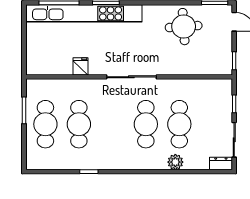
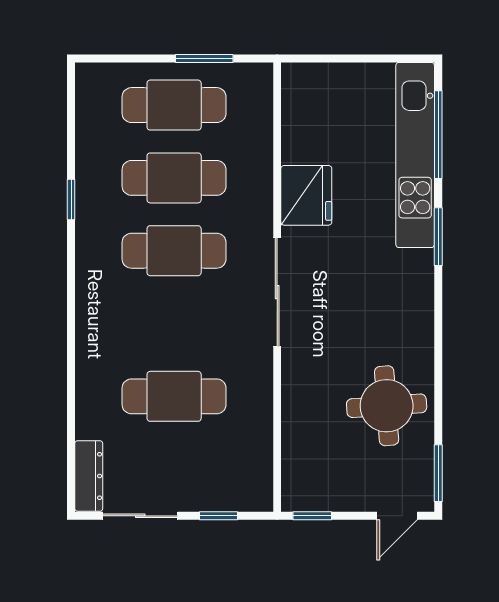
kitchen unit: (84, 13) -> (415, 155), width x0.73
fridge: (80, 66) -> (306, 195), width x1.88, depth x1.34
cafe table: (146, 124) -> (174, 251), moved
plant: (175, 162) -> (92, 388), removed
dresser: (221, 163) -> (89, 476), width x1.44

